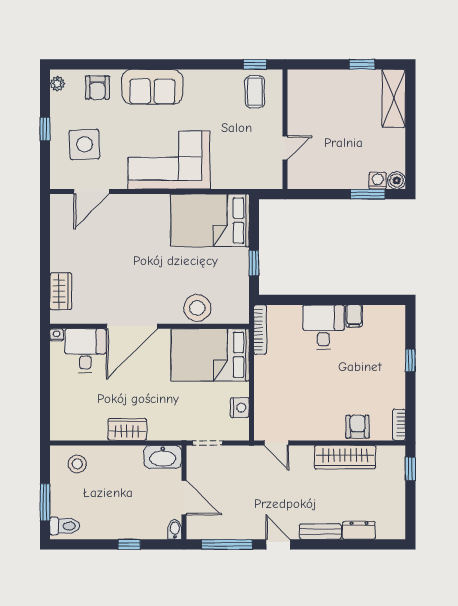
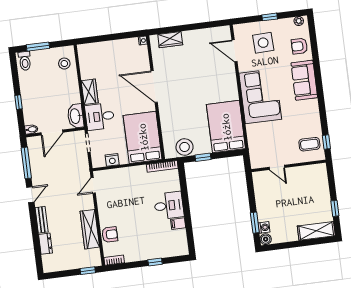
stool: (197, 308) -> (185, 147), moved
desk: (85, 351) -> (100, 116), moved, turned 180

